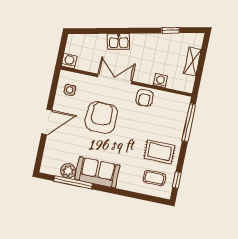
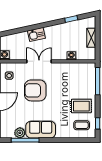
armchair: (145, 98) -> (63, 70), removed
armchair: (101, 118) -> (35, 90), turned -90

